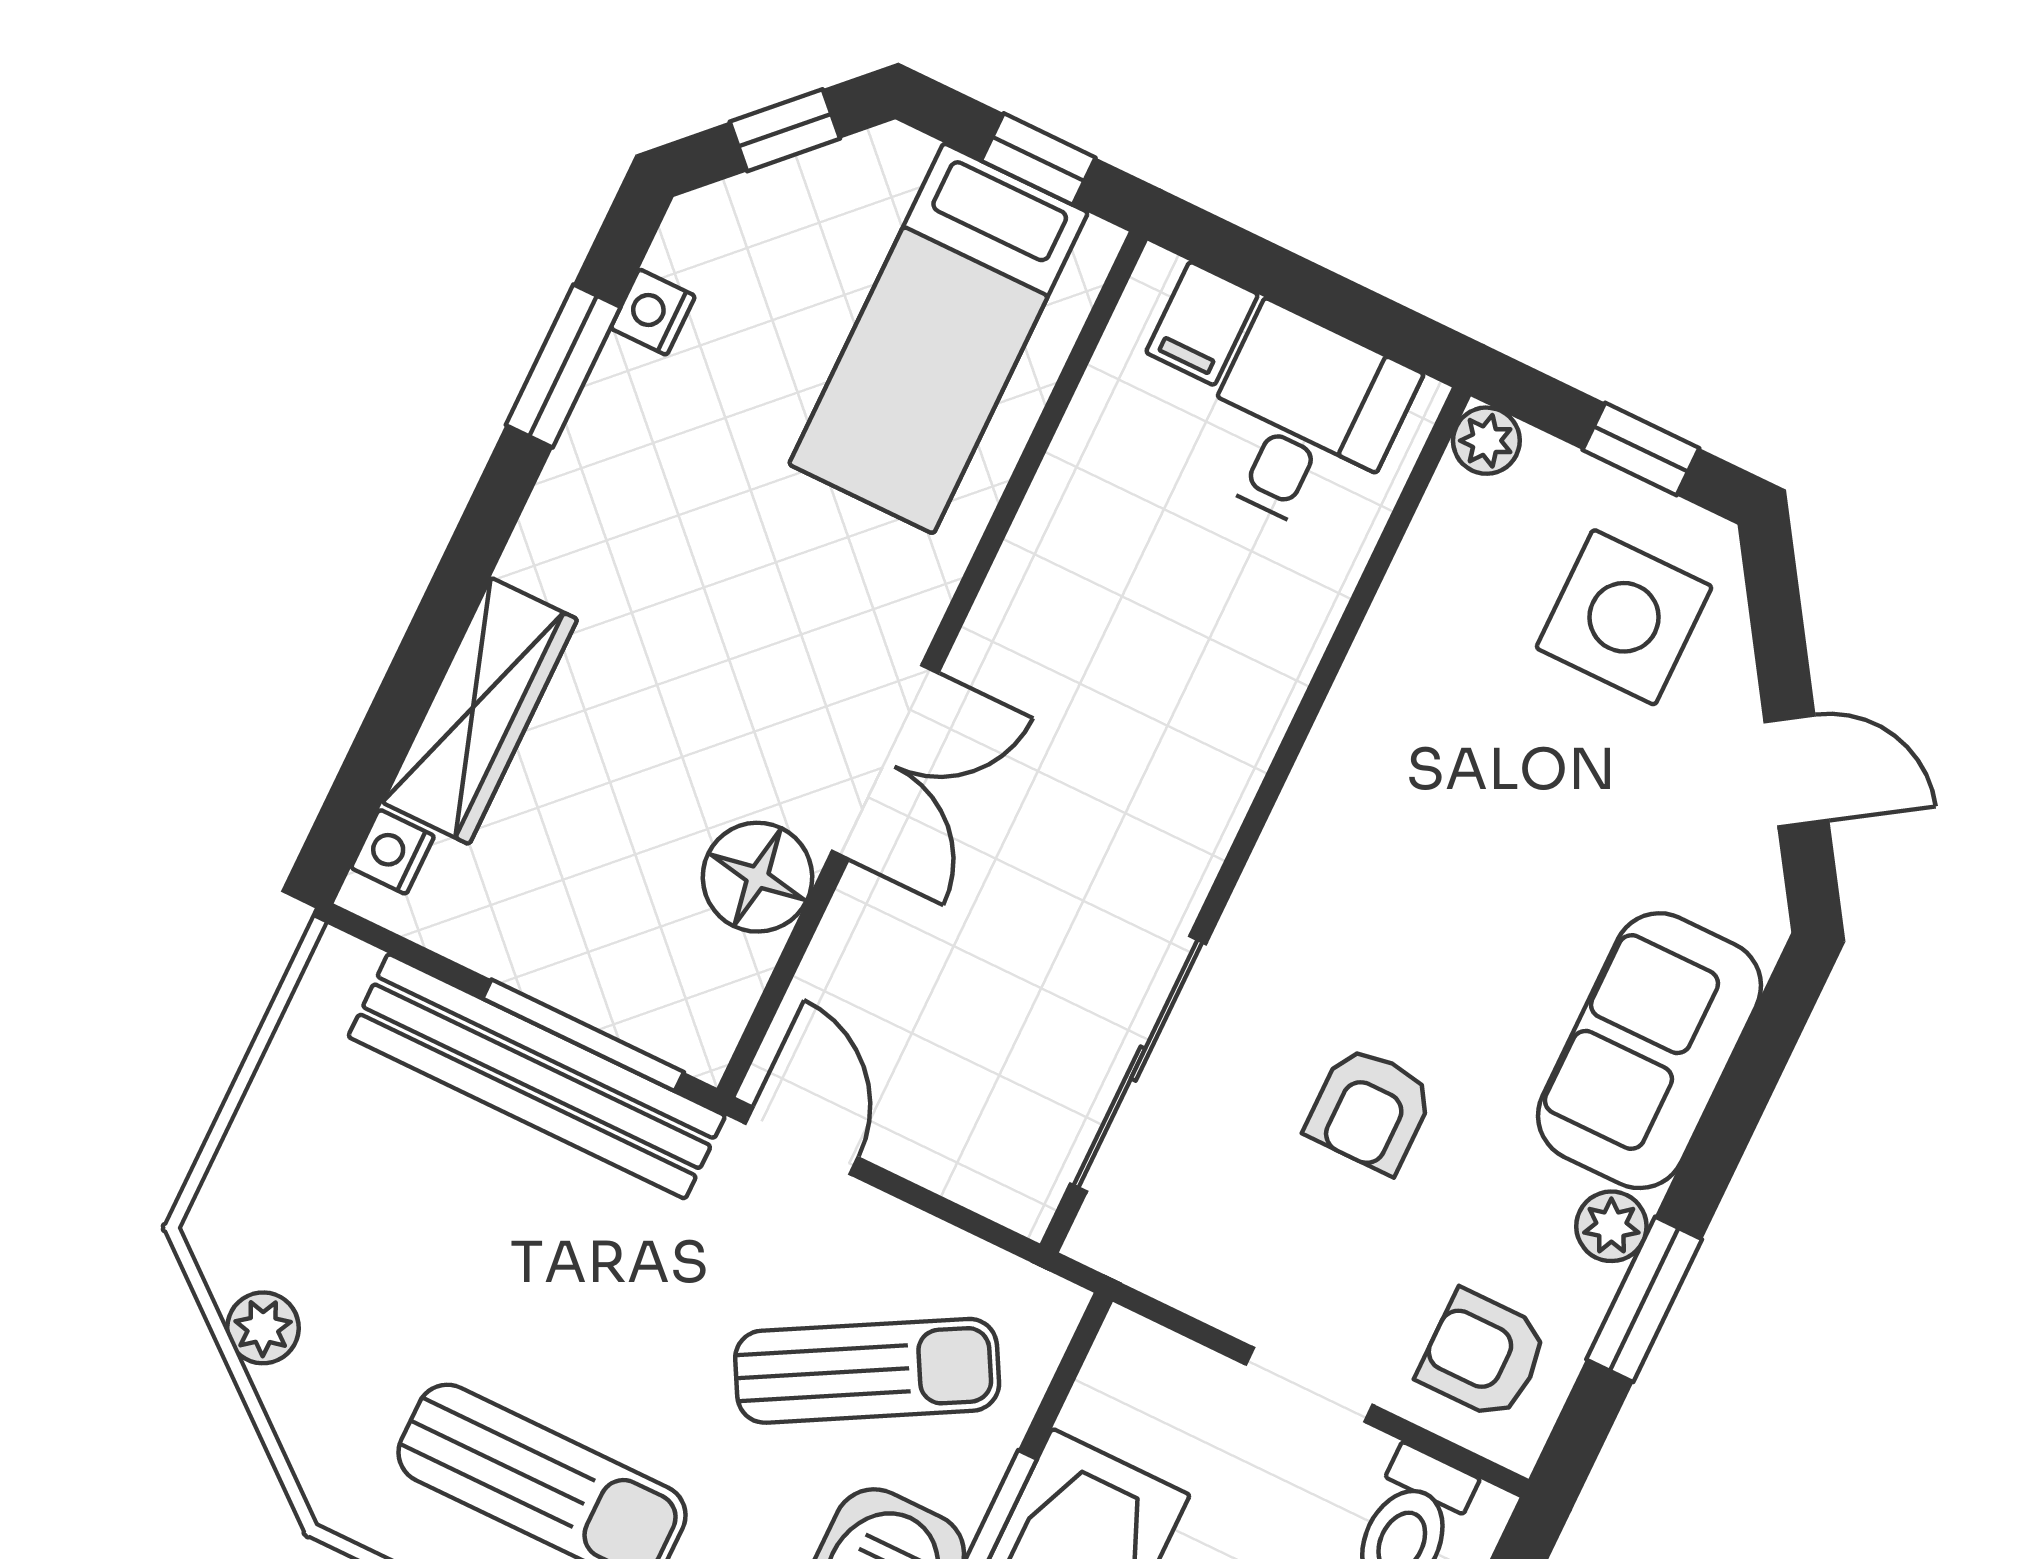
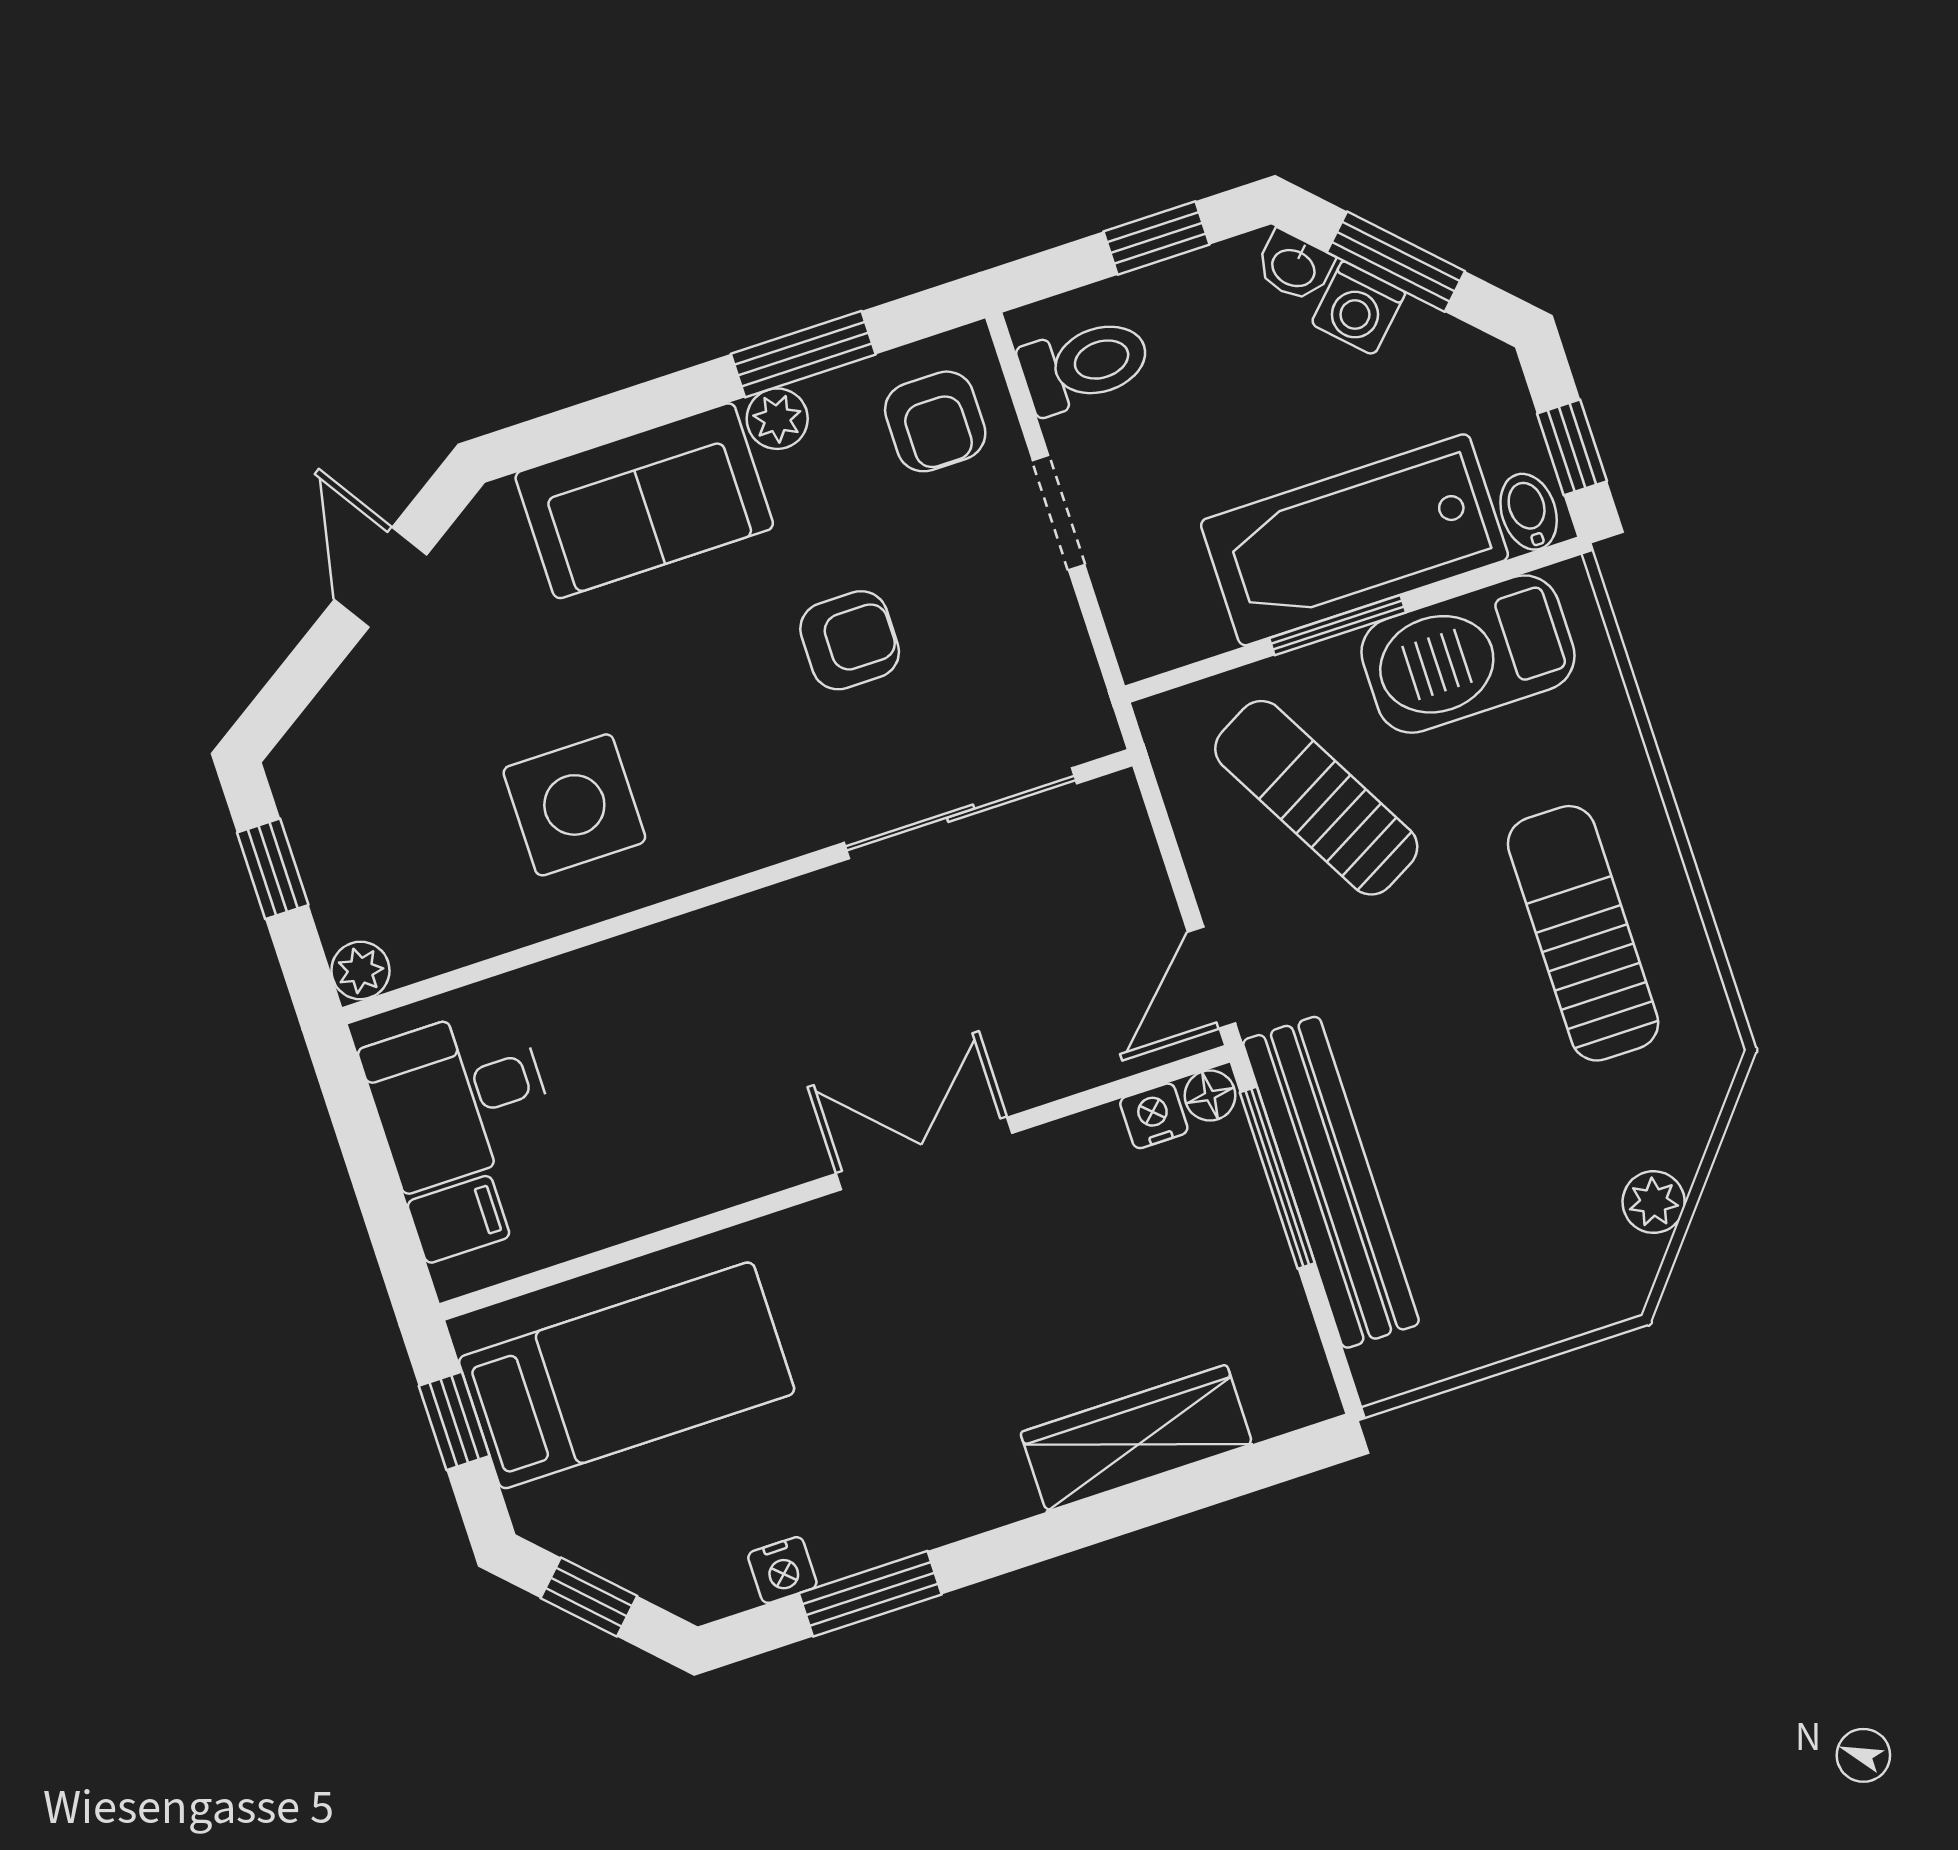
side table: (1624, 617) -> (574, 805), moved
nightstand: (393, 852) -> (1154, 1116), moved, turned 180
floor lamp: (757, 877) -> (1210, 1096), moved, width x0.53, depth x0.53

